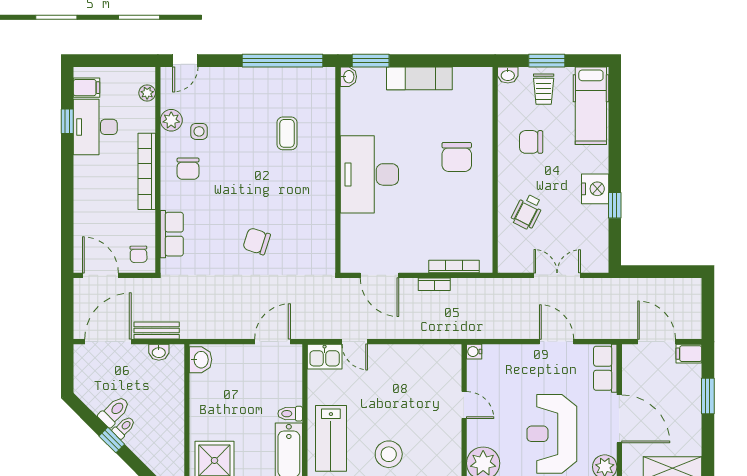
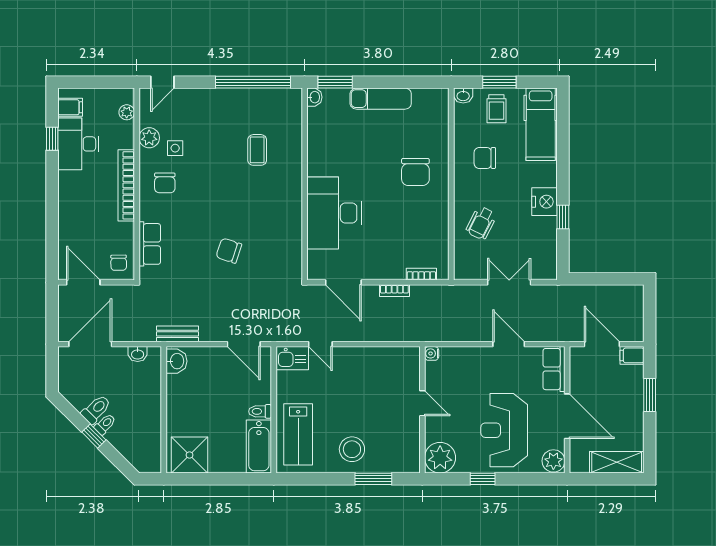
desk: (369, 174) -> (334, 213), moved
bookcase: (454, 266) -> (421, 274), width x0.64
bench: (157, 331) -> (178, 334), moved
door: (273, 342) -> (244, 344), swing flipped

